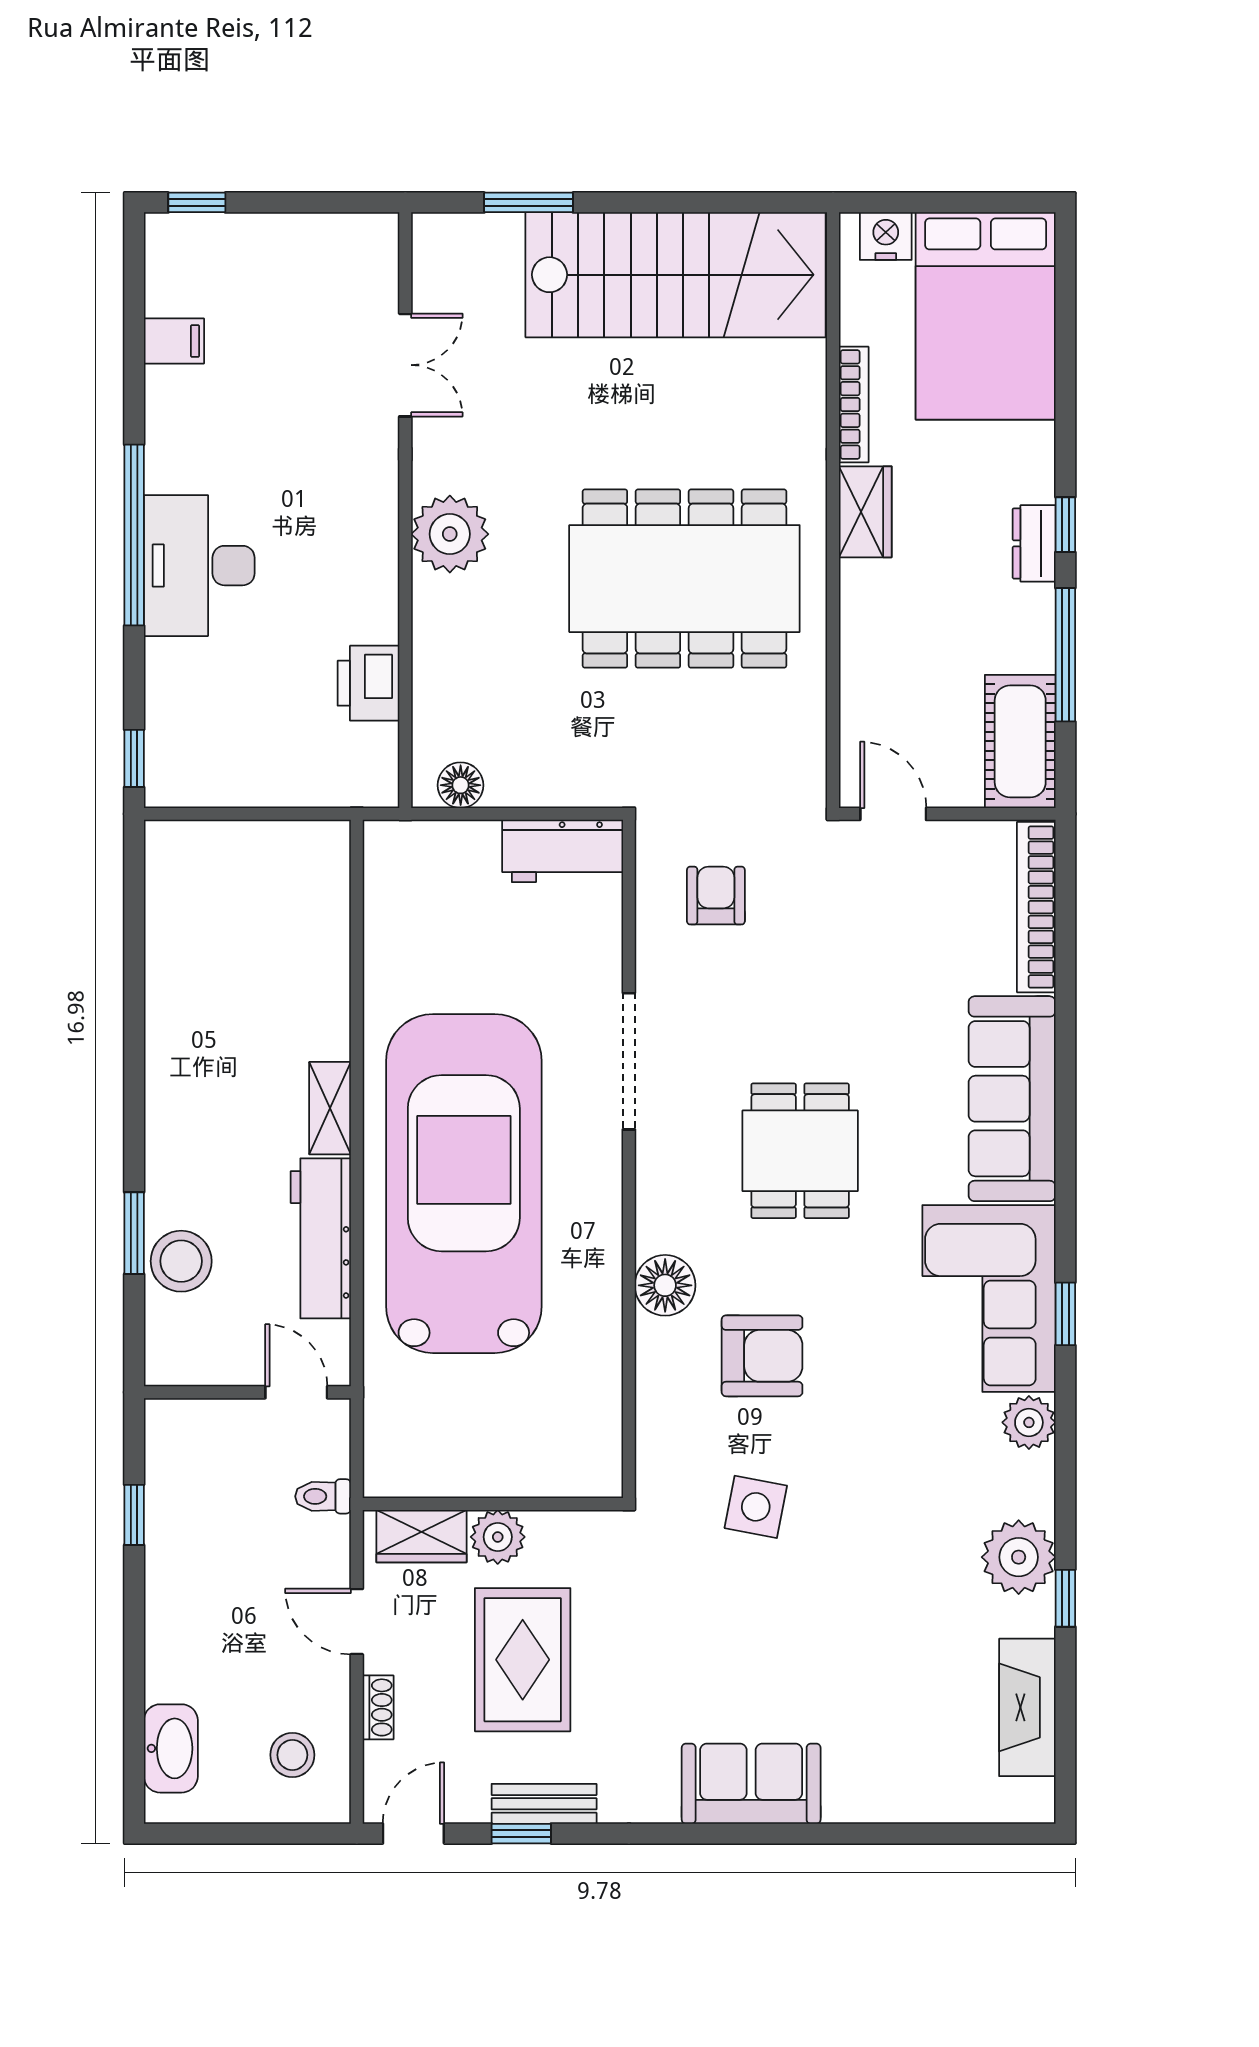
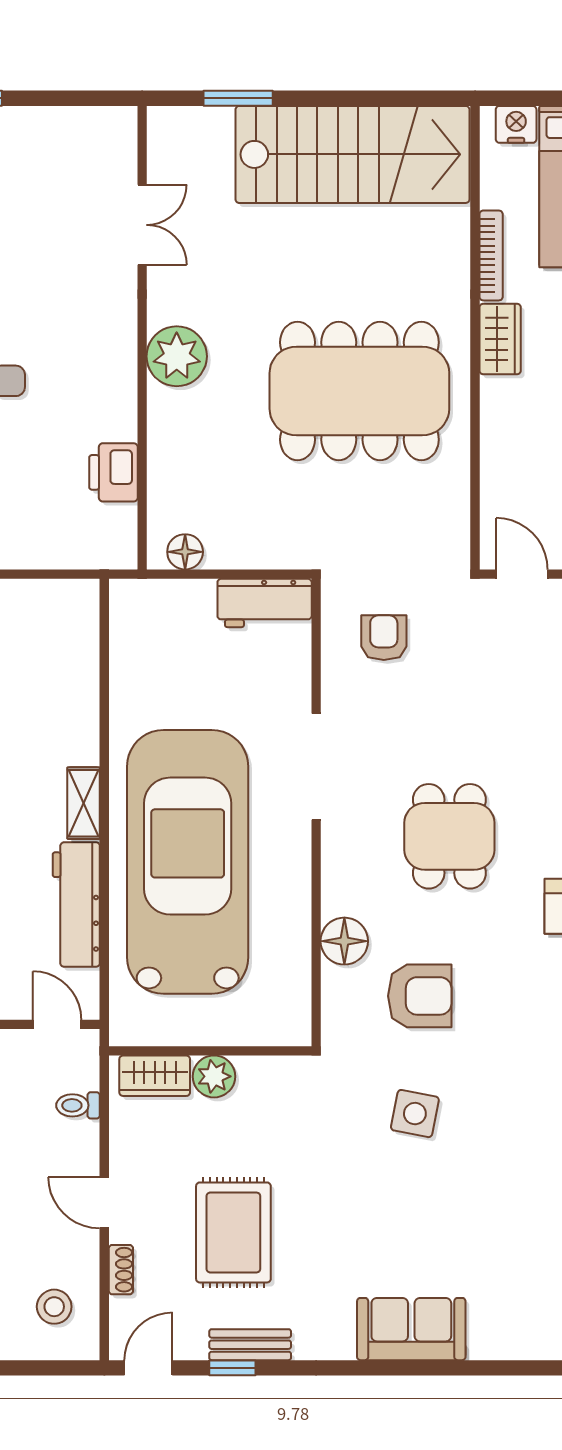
wall: (493, 1504) -> (210, 1051), moved
wardrobe: (422, 1536) -> (155, 1076), moved
plant: (498, 1537) -> (214, 1076), moved

